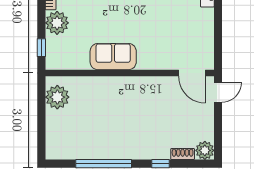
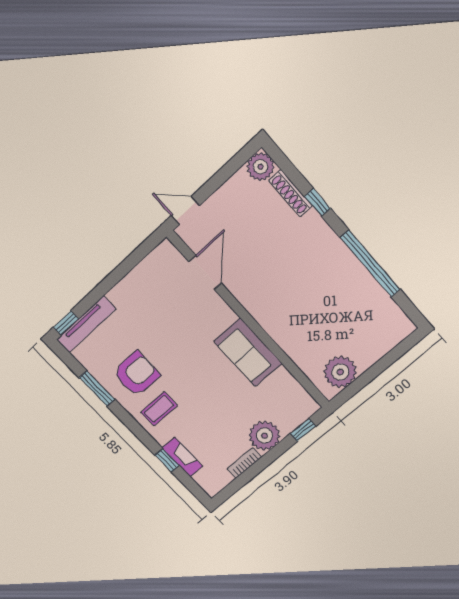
door: (192, 73) -> (205, 272), moved
shoe rack: (183, 154) -> (291, 193), width x1.43

